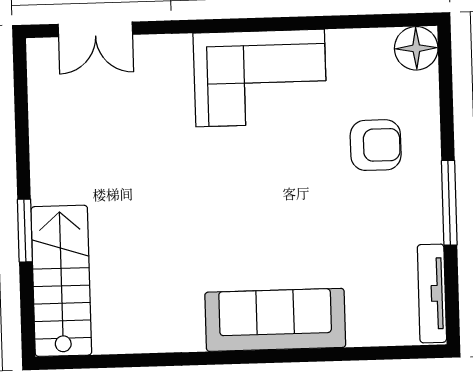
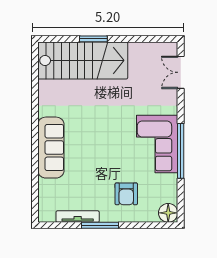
window: (274, 24) -> (181, 151), added
stairs: (61, 281) -> (83, 60), width x1.36, depth x1.51
tv unit: (432, 293) -> (78, 217), moved

